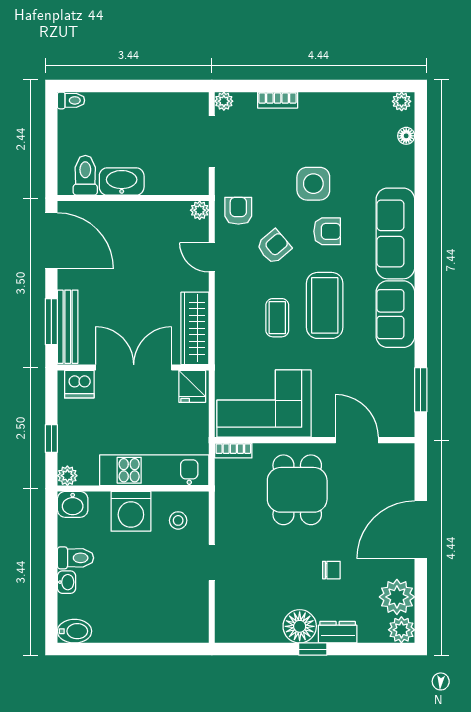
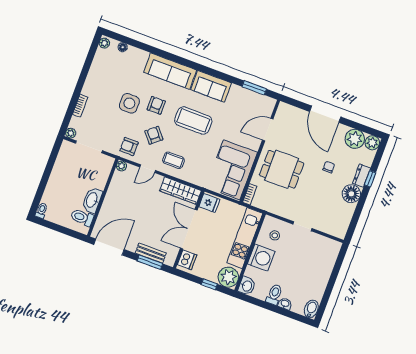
coffee table: (277, 318) -> (173, 160), moved
bench: (68, 327) -> (151, 253), width x0.73
plant: (67, 476) -> (228, 277), width x1.87, depth x1.87
window: (313, 649) -> (370, 179), moved

